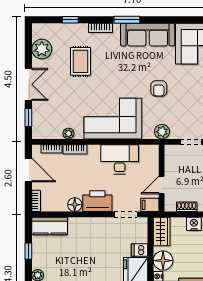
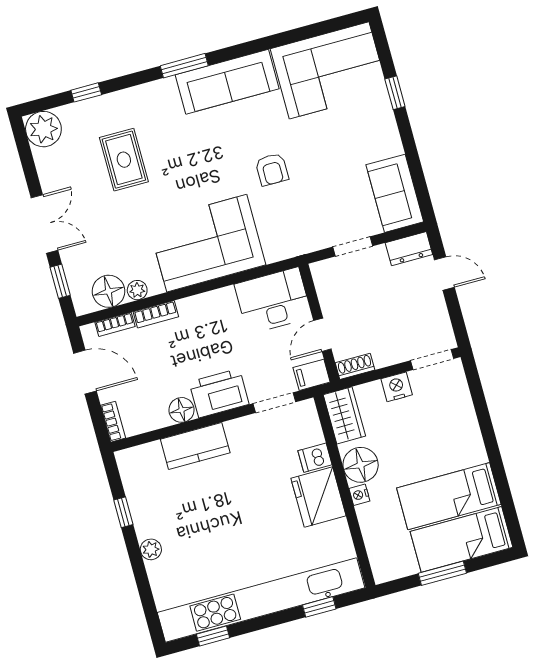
bookcase: (100, 28) -> (142, 92), removed
plant: (42, 49) -> (43, 129), moved
floor lamp: (53, 130) -> (109, 291), added
plant: (162, 132) -> (298, 243), removed
desk: (120, 159) -> (273, 301), moved
shoe rack: (187, 207) -> (355, 366), moved
kitchen counter: (50, 226) -> (195, 446), moved

